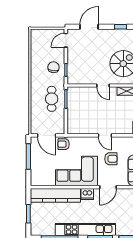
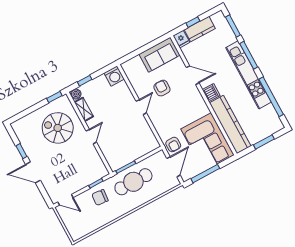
door: (89, 27) -> (33, 172), moved
cafe table: (52, 99) -> (133, 182), width x1.37, depth x1.35
corner sofa: (77, 171) -> (207, 142), moved

